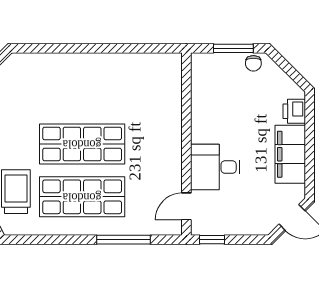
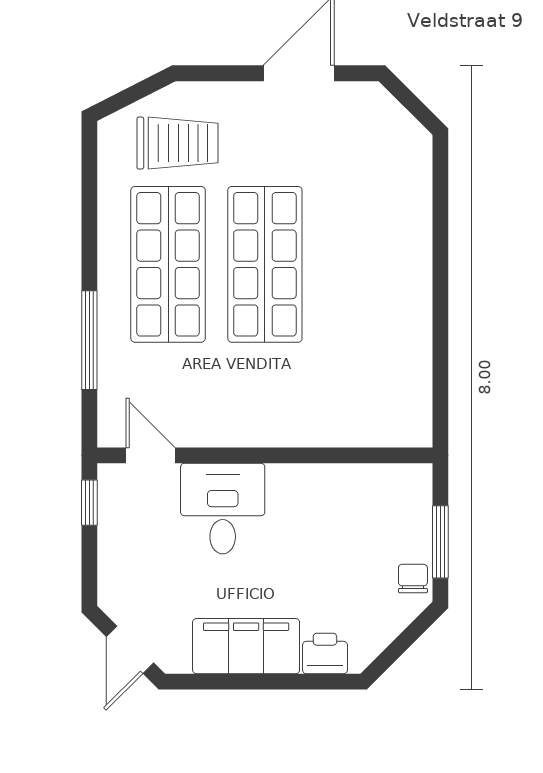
chair: (253, 63) -> (413, 579), turned 90

